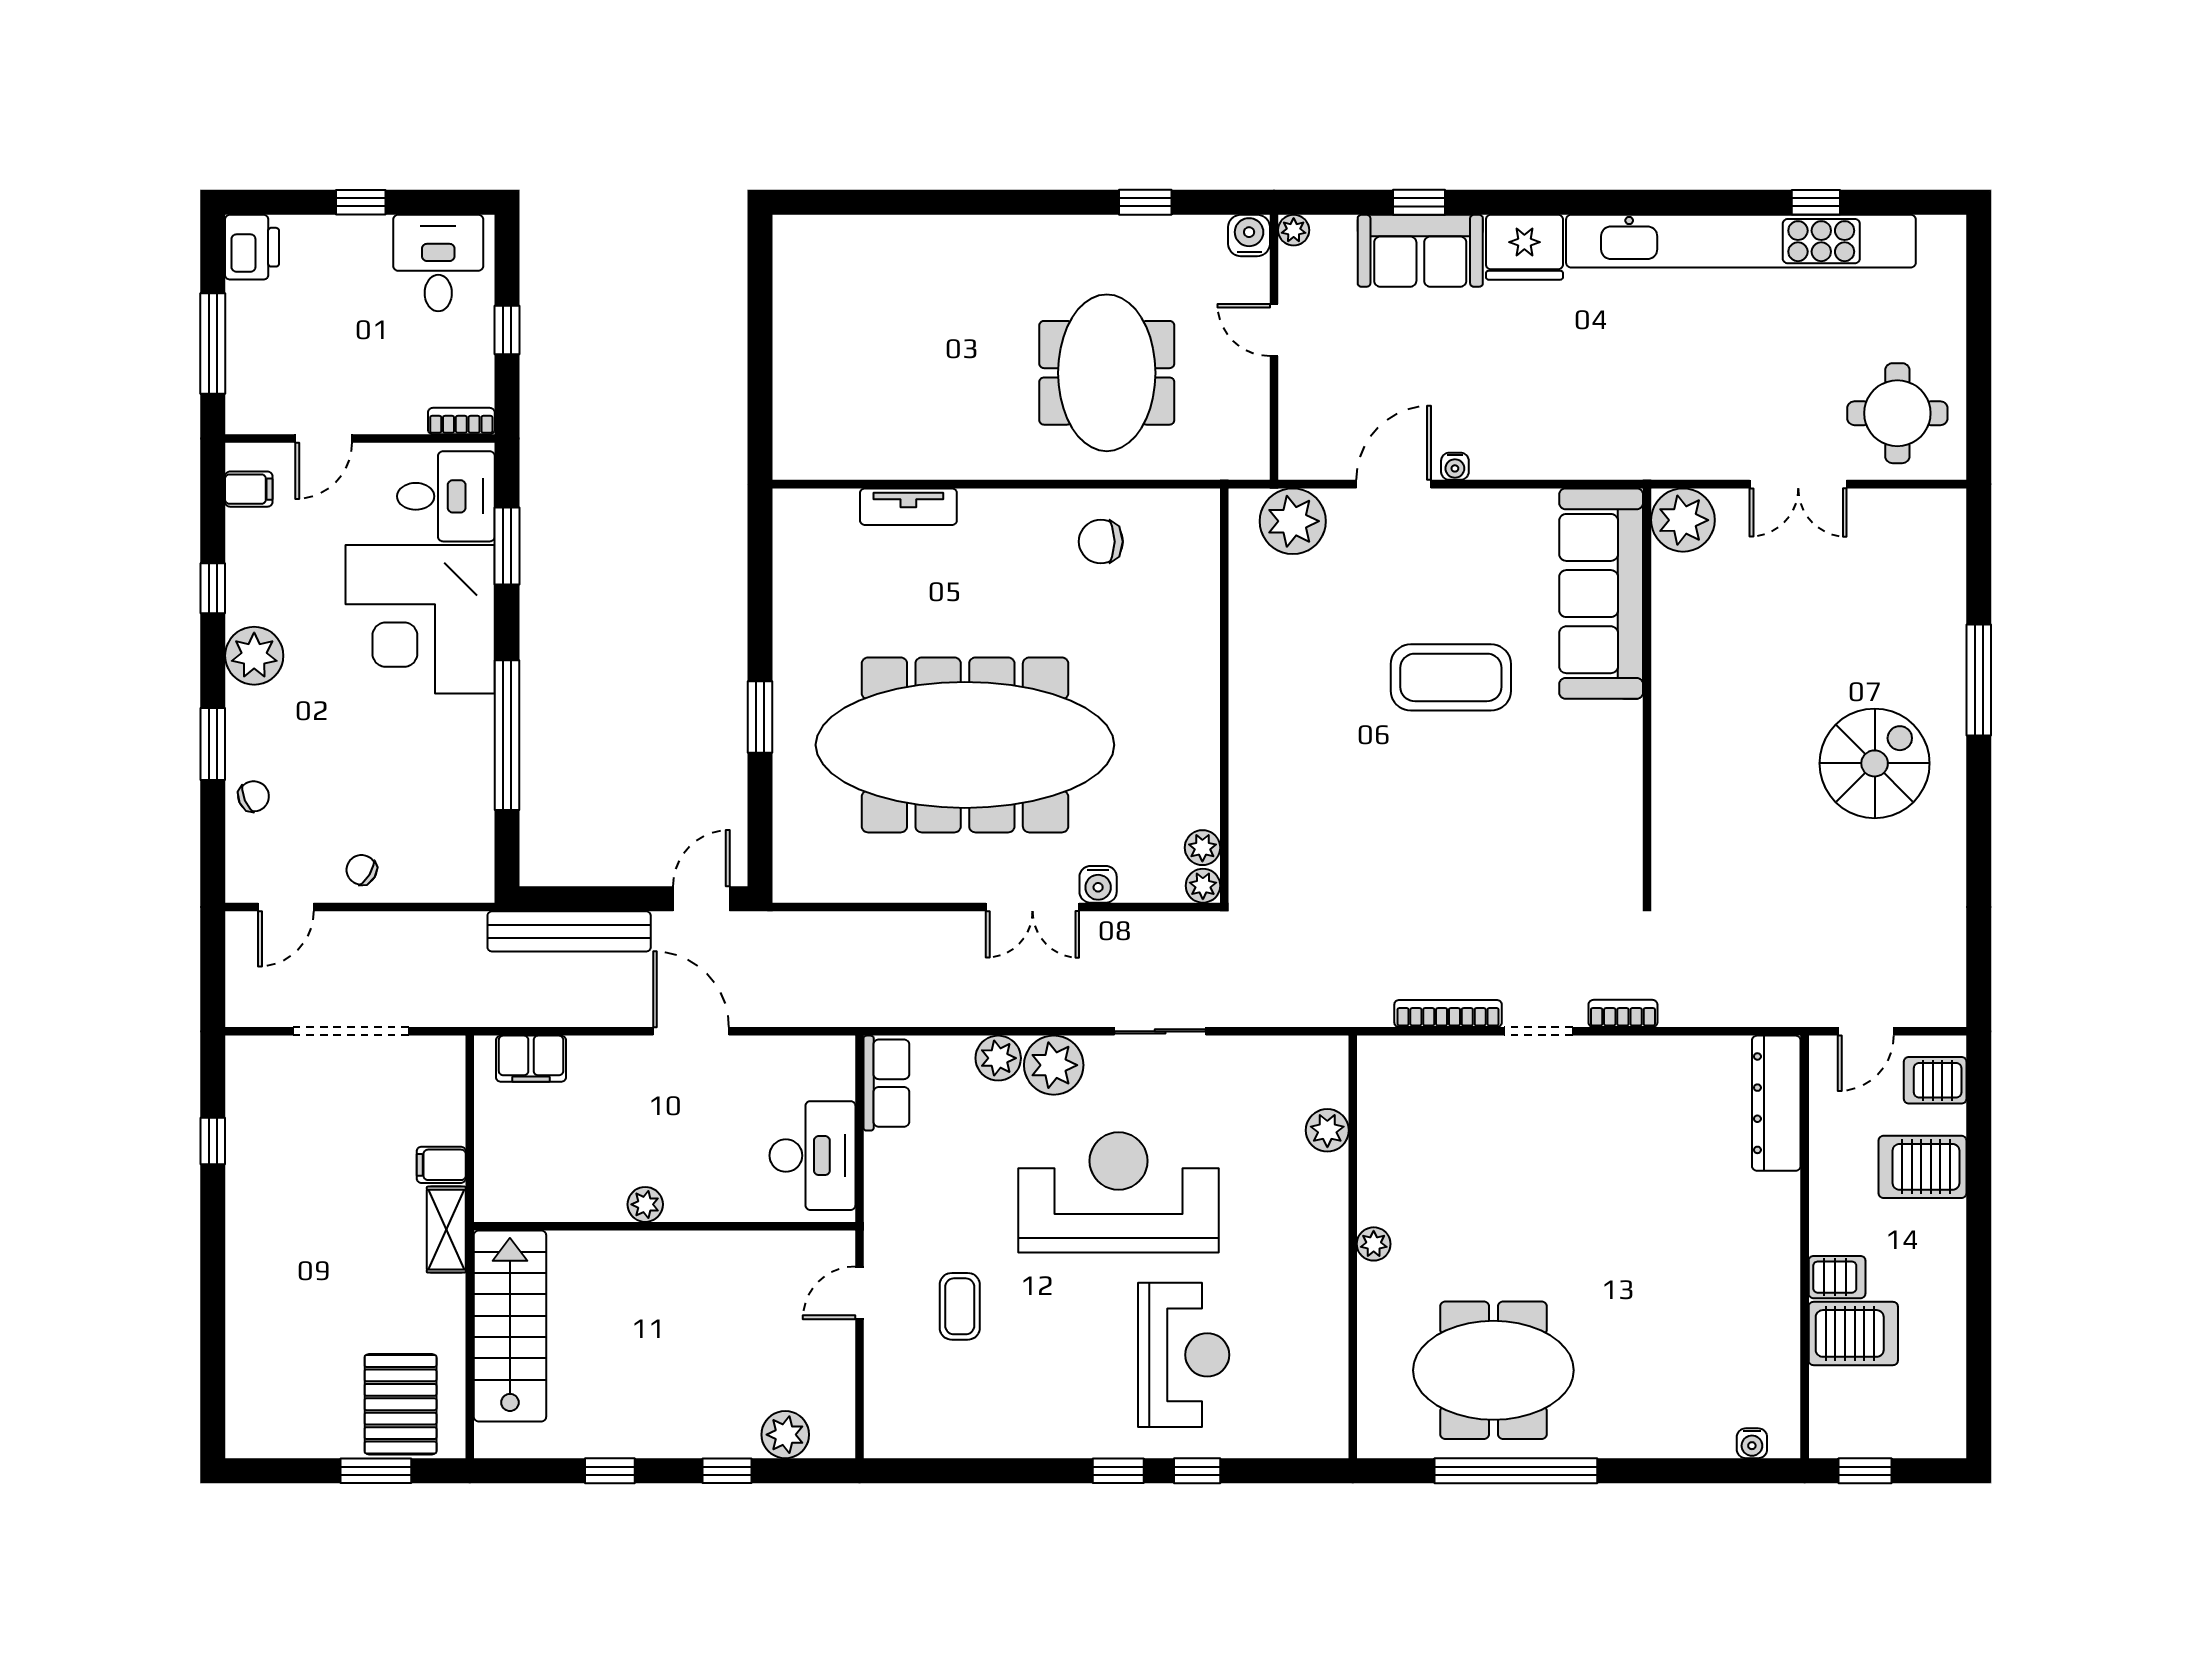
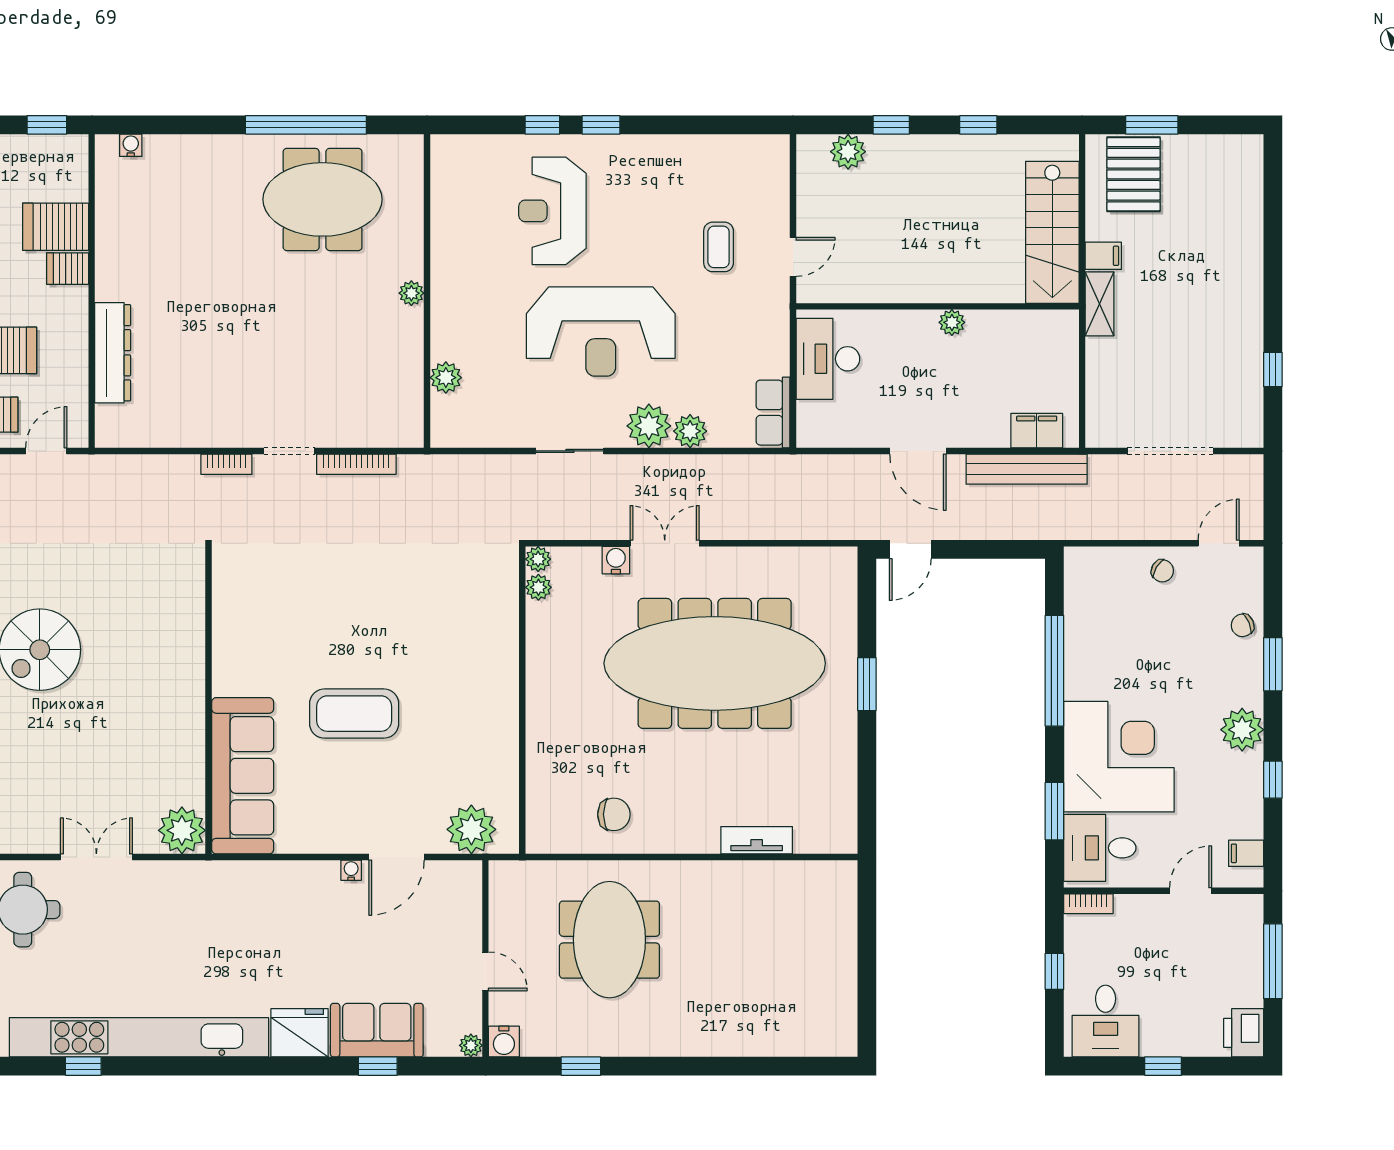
bench: (569, 931) -> (1027, 469), moved
dresser: (1776, 1103) -> (113, 353), moved
filing cabinet: (441, 1165) -> (1103, 256), moved

